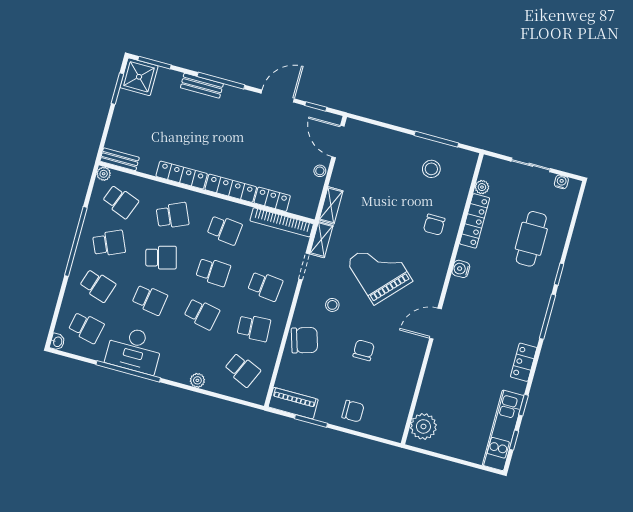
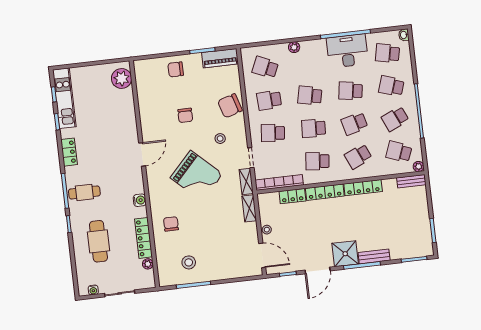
shower: (139, 77) -> (345, 254), moved
cafe table: (525, 305) -> (84, 192), added

